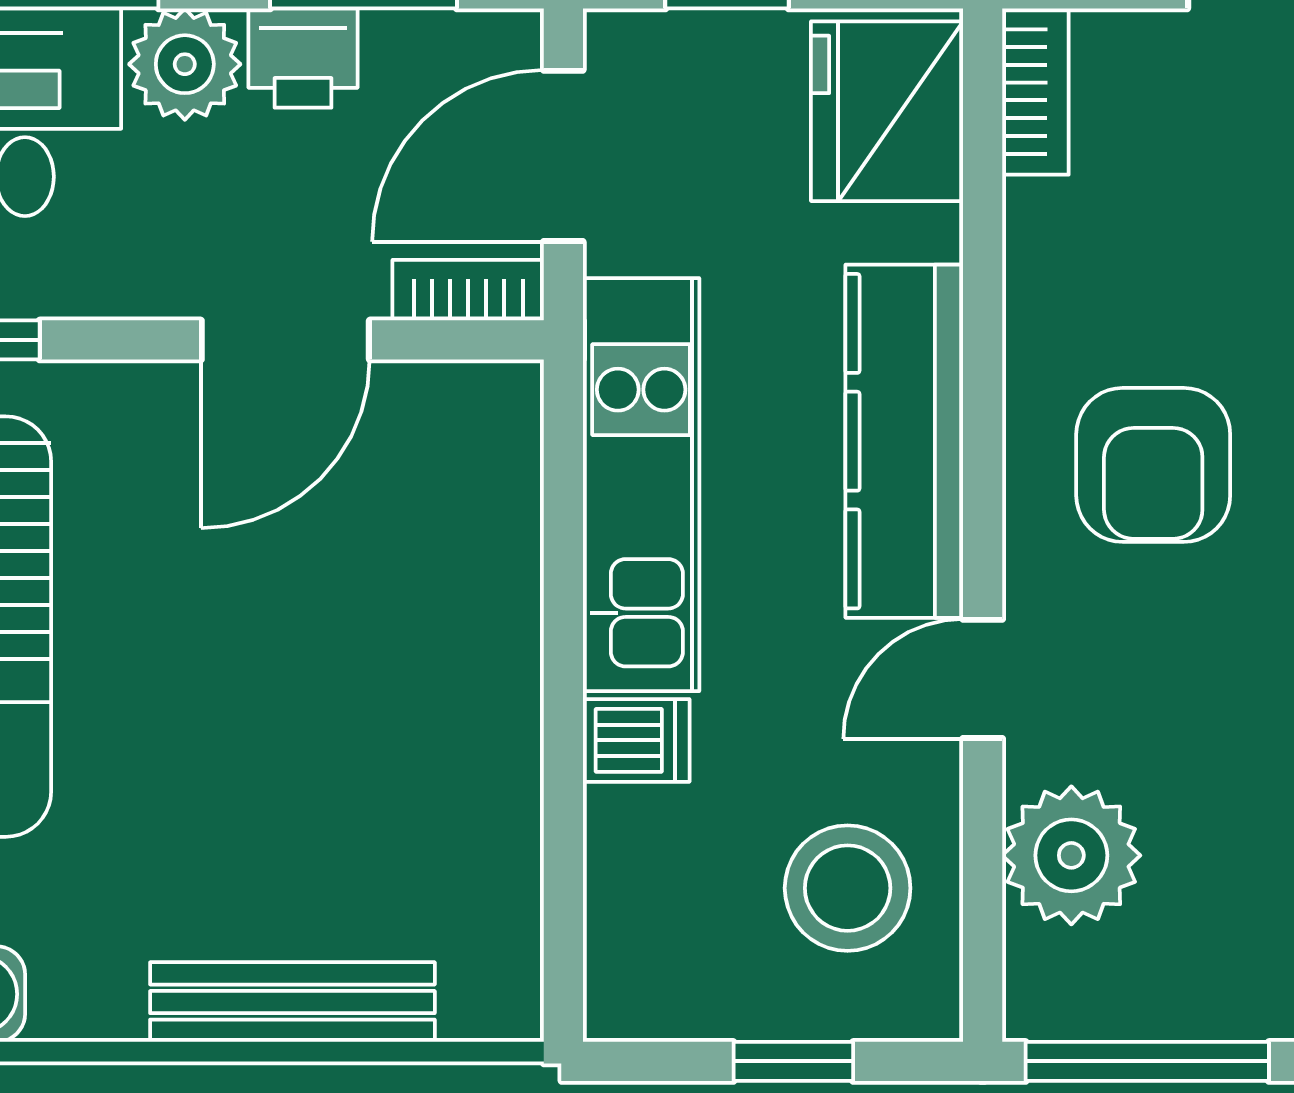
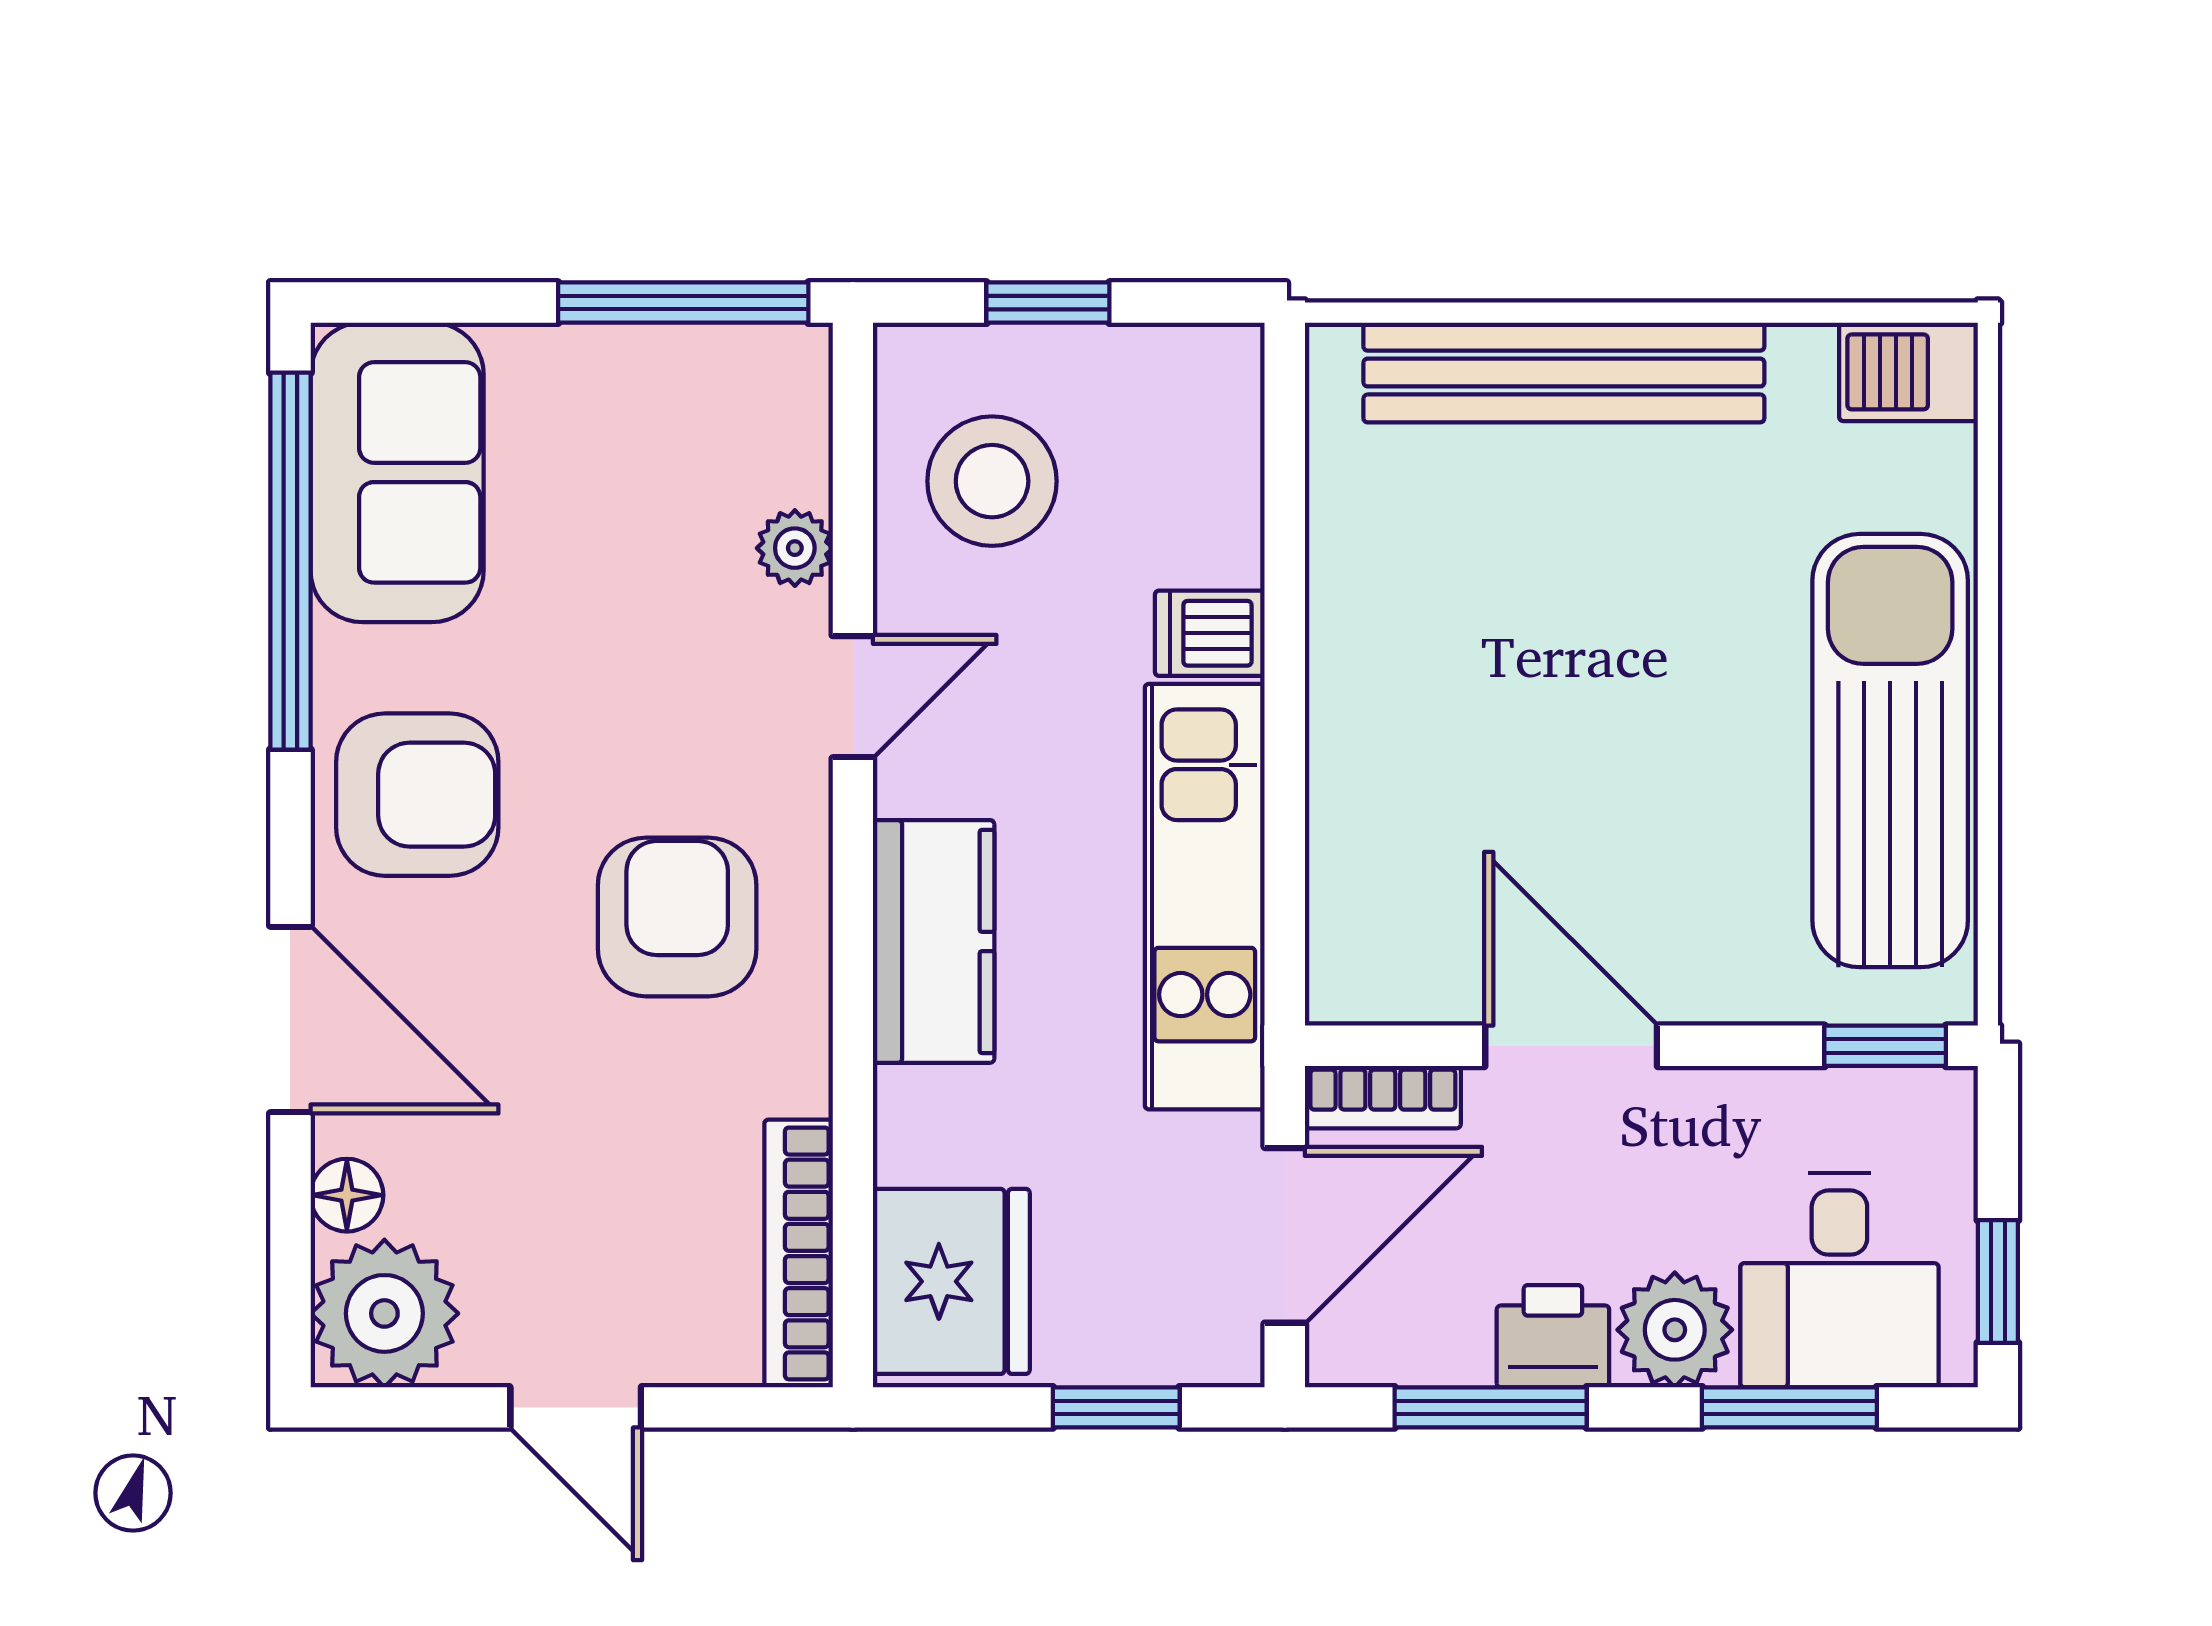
bookcase: (1035, 92) -> (799, 1253), width x1.56
door: (285, 340) -> (1571, 1046), hinge flipped
kitchen counter: (904, 441) -> (934, 941), width x0.67
plant: (1071, 855) -> (795, 548), width x0.53, depth x0.53
bench: (292, 1002) -> (1564, 373), width x1.37, depth x1.21

